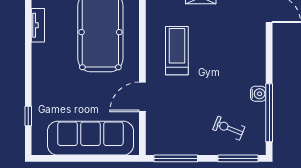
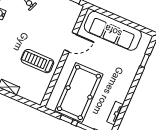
treadmill: (177, 51) -> (37, 61), turned 90

